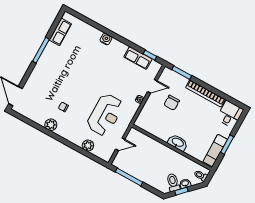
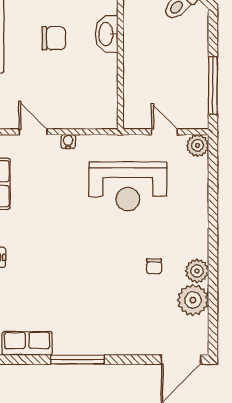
chair: (172, 103) -> (54, 38), moved
reception desk: (105, 115) -> (128, 186), turned 180
plant: (39, 116) -> (193, 300), added
plant: (88, 146) -> (198, 145), moved

